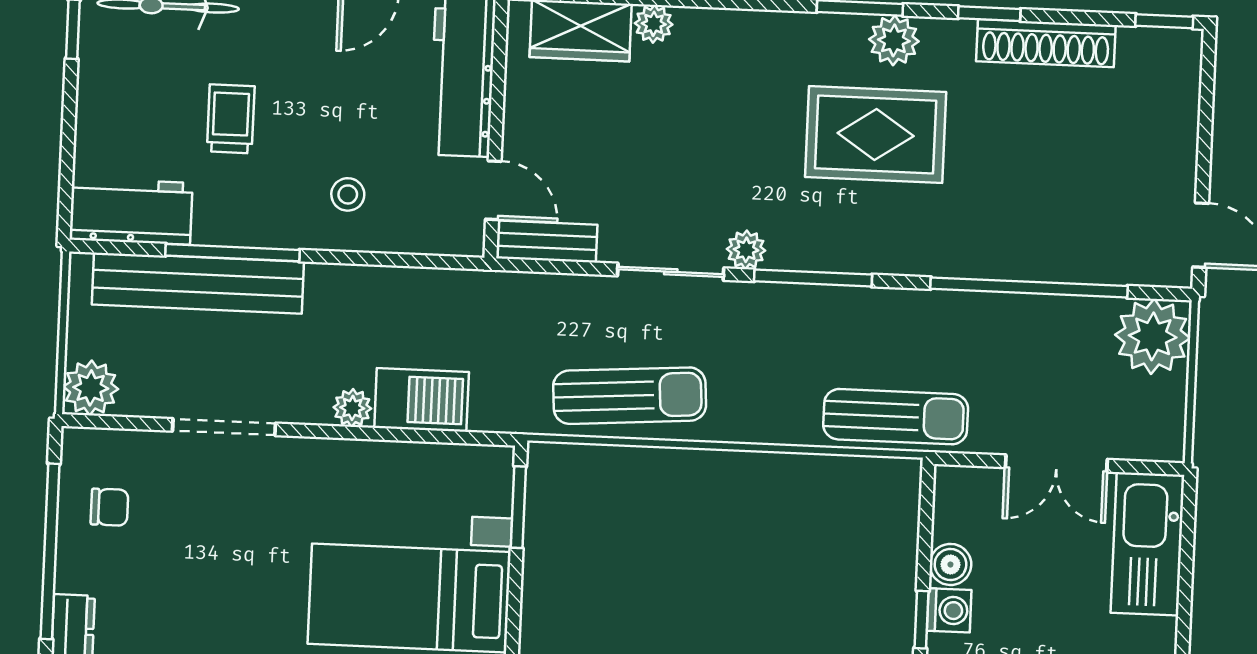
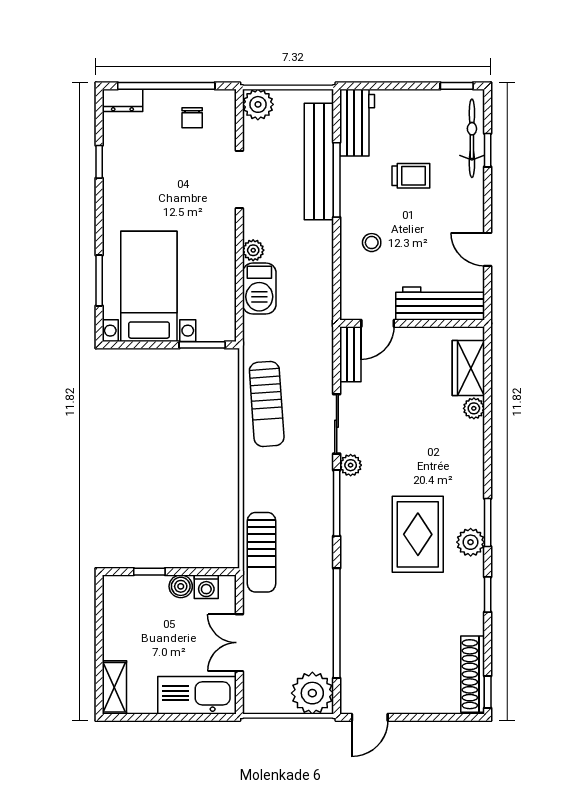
shoe rack: (1046, 43) -> (473, 674), moved
washing machine: (949, 610) -> (206, 587), moved

